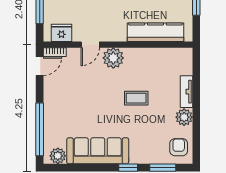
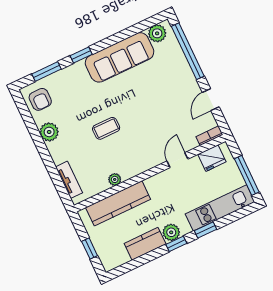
plant: (113, 58) -> (115, 179), moved, width x0.53, depth x0.53
door: (40, 66) -> (211, 100), moved
tv unit: (186, 92) -> (69, 180), moved

